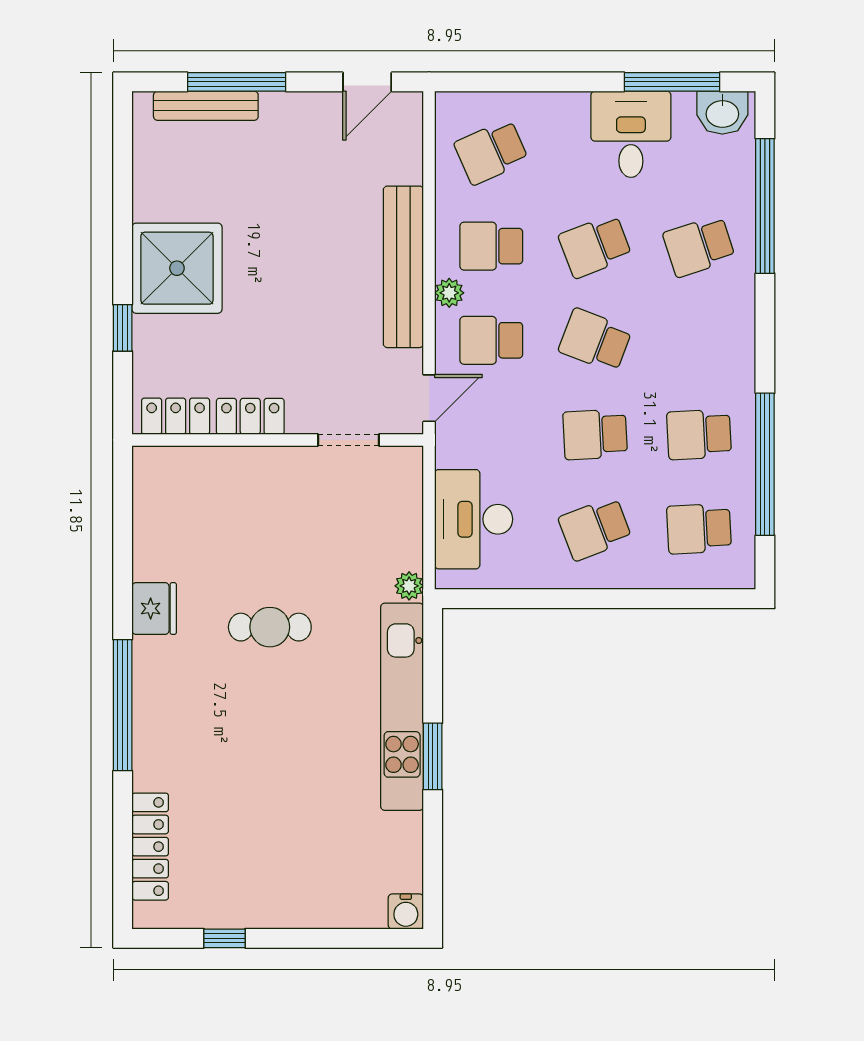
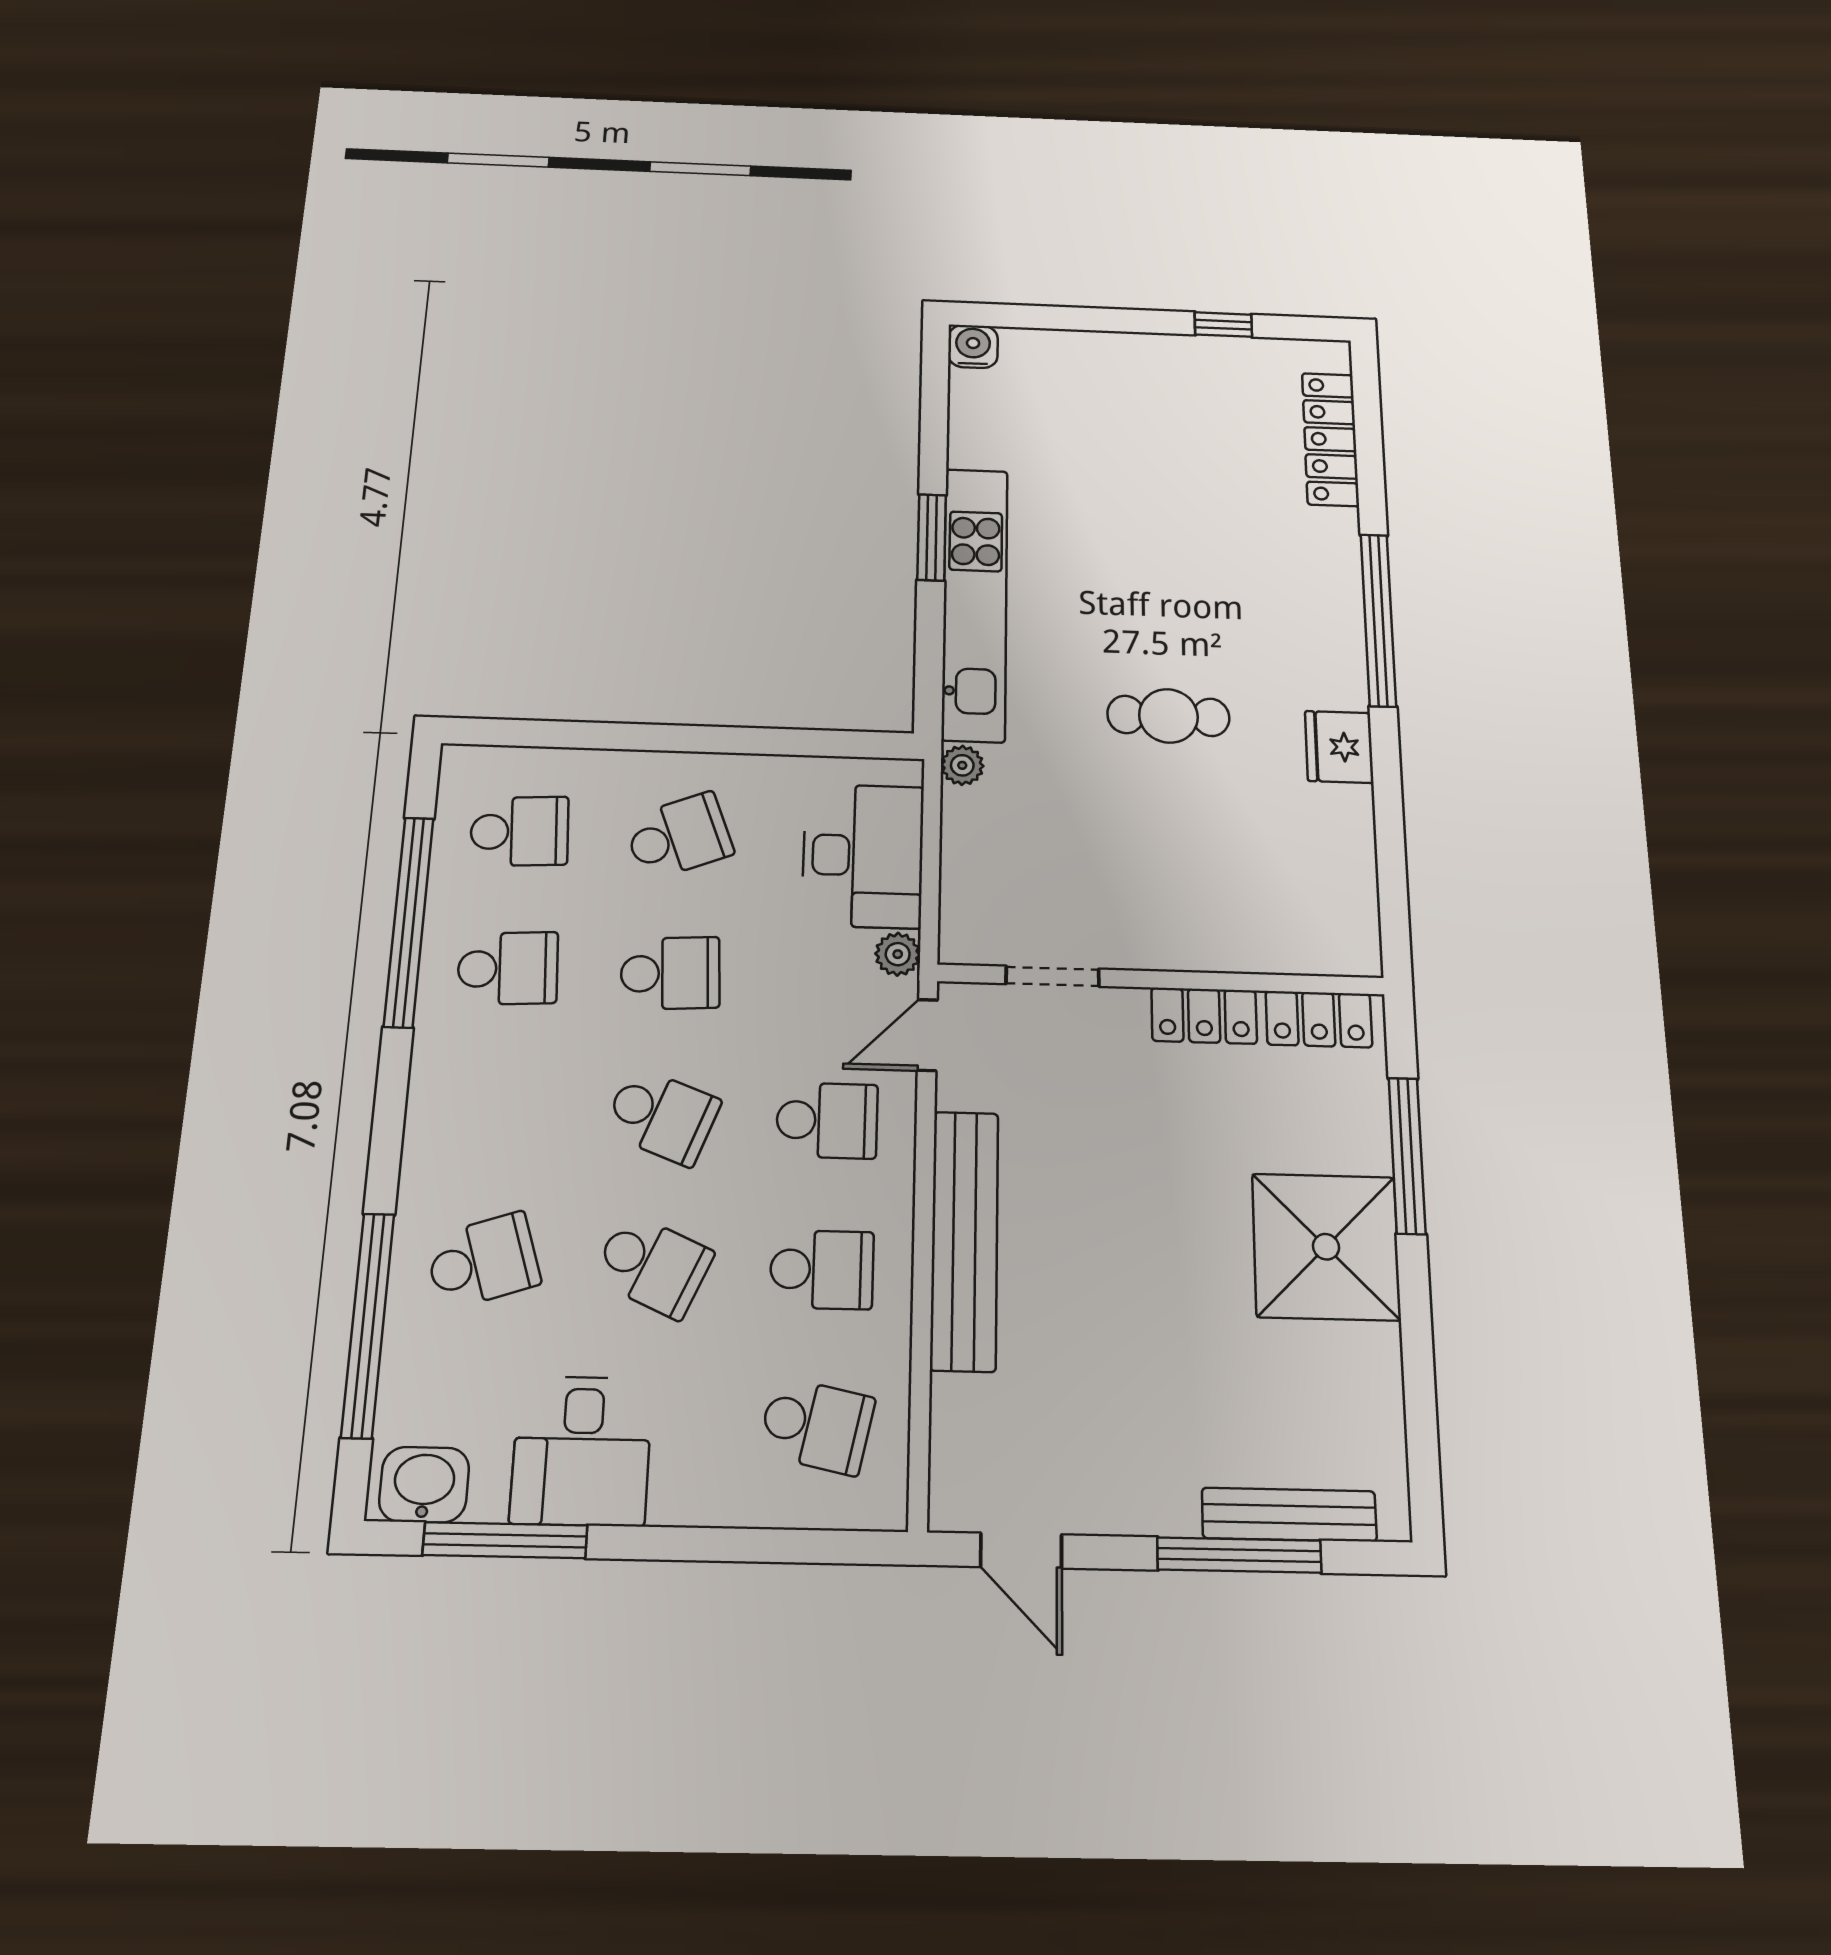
door: (367, 82) -> (1021, 1551), swing flipped
school desk: (491, 152) -> (816, 1426), turned 36
school desk: (595, 246) -> (653, 1265), turned 45
plant: (449, 293) -> (898, 954), moved
window: (123, 328) -> (1407, 1155), width x2.17

